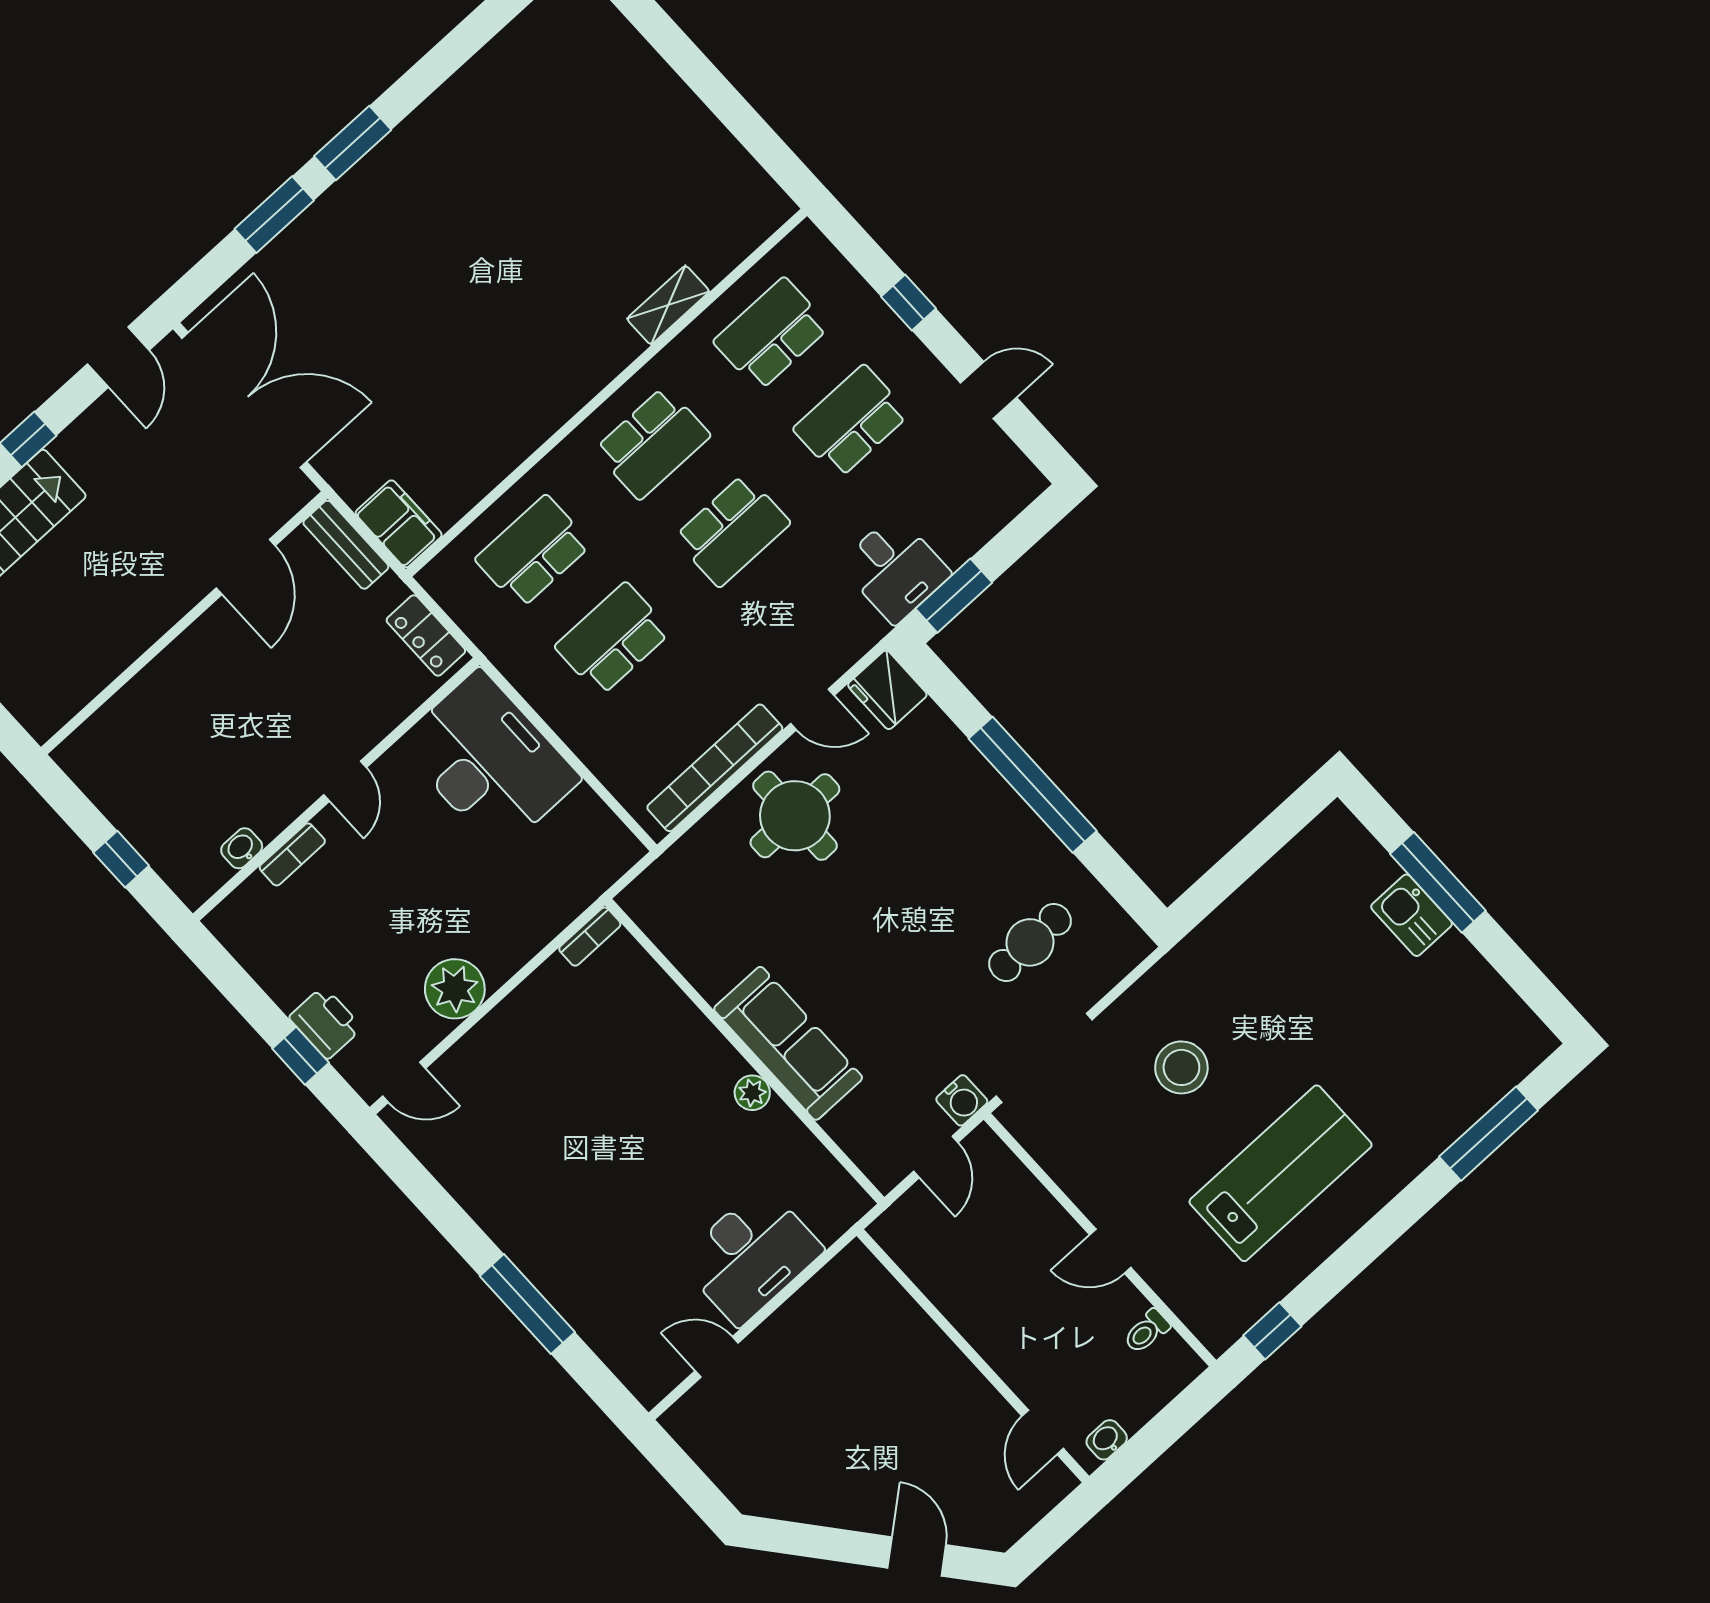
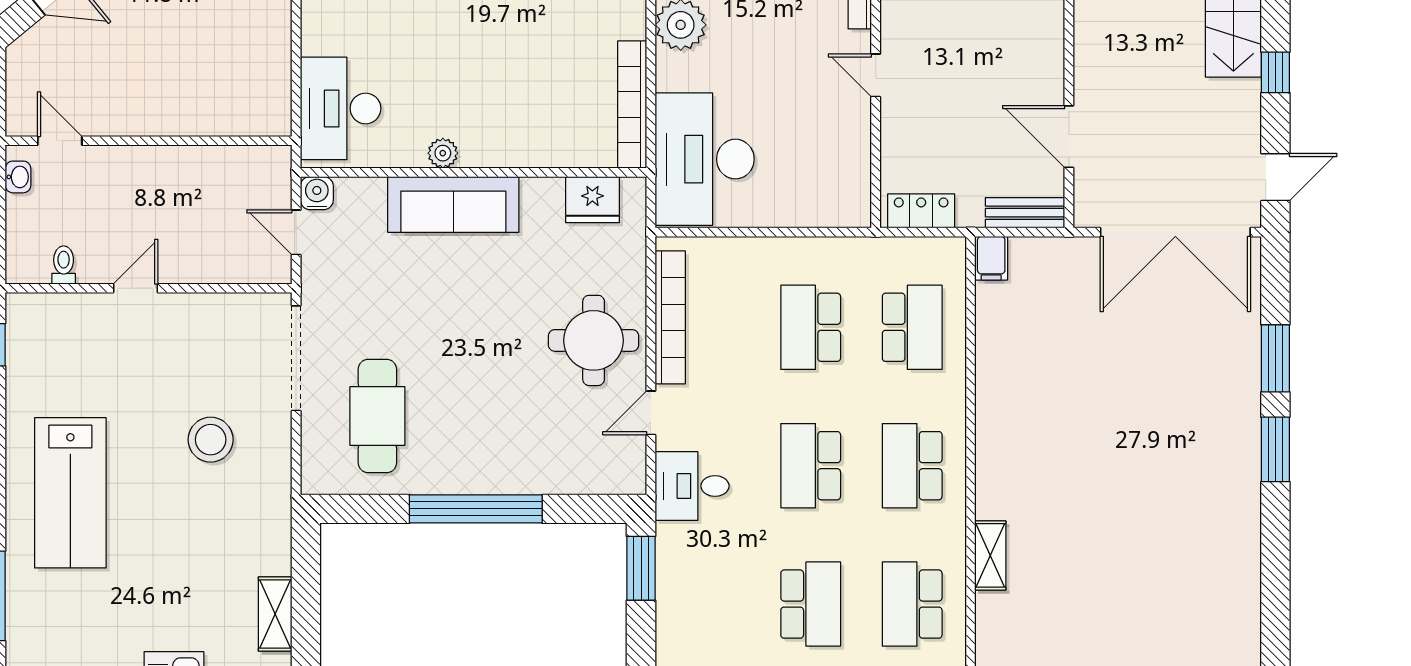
school desk: (771, 334) -> (912, 604), turned 180
door: (118, 357) -> (1275, 177), swing flipped
filing cabinet: (399, 524) -> (991, 258), width x0.50
desk: (895, 569) -> (692, 486), moved
school desk: (613, 639) -> (811, 327), turned 180
fridge: (887, 690) -> (592, 200), moved, turned 180
desk: (489, 761) -> (705, 159), moved, turned 90
shelving: (1281, 875) -> (275, 614), added
bookcase: (590, 937) -> (632, 104), width x2.31, depth x1.31
cafe table: (1030, 942) -> (377, 416), width x1.37, depth x1.35
water cooler: (962, 1100) -> (317, 193), moved, turned 90
lab bench: (1281, 1173) -> (70, 493), moved
desk: (751, 1255) -> (341, 108), moved

